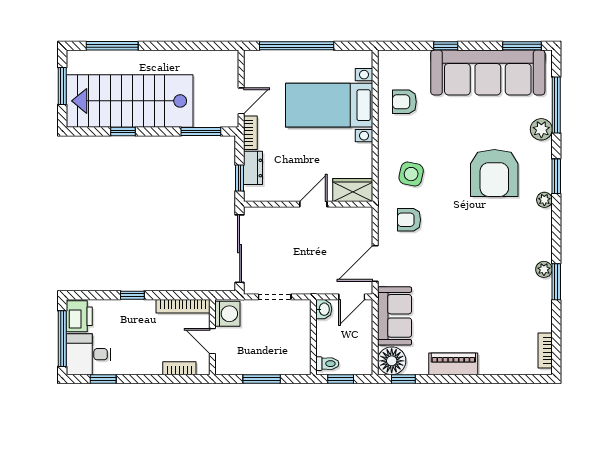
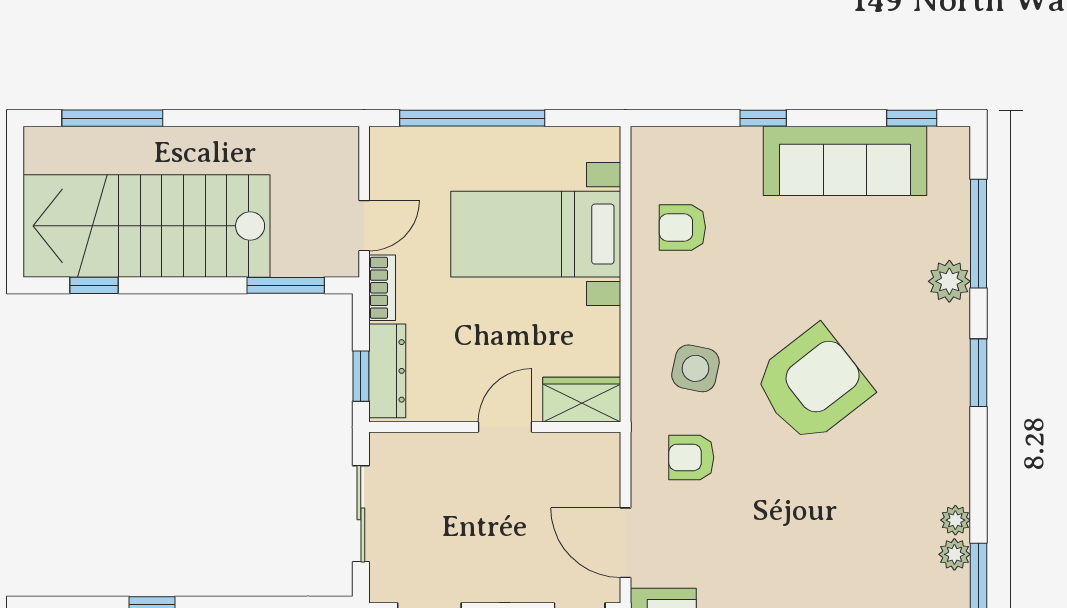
window: (522, 46) -> (912, 118), width x0.67
sofa: (488, 72) -> (845, 161), width x0.74, depth x0.79
window: (62, 86) -> (15, 197), removed
window: (123, 131) -> (94, 285), moved
dresser: (253, 168) -> (387, 371), width x1.44
armchair: (494, 173) -> (812, 384), moved, turned -128
plant: (544, 200) -> (955, 520), moved
sliding door: (240, 249) -> (361, 514), width x0.73
door: (375, 263) -> (625, 543), hinge flipped

